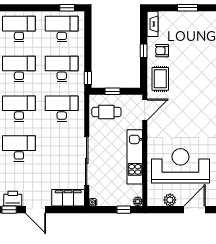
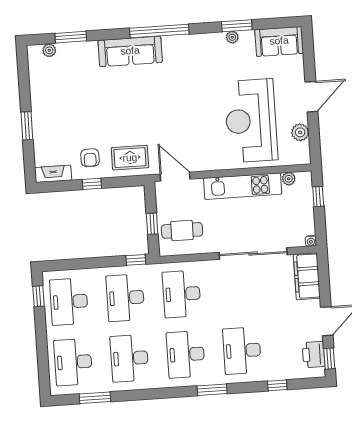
cafe table: (106, 112) -> (182, 230), turned 90
plant: (138, 201) -> (289, 179), moved
door: (194, 210) -> (311, 97), swing flipped

